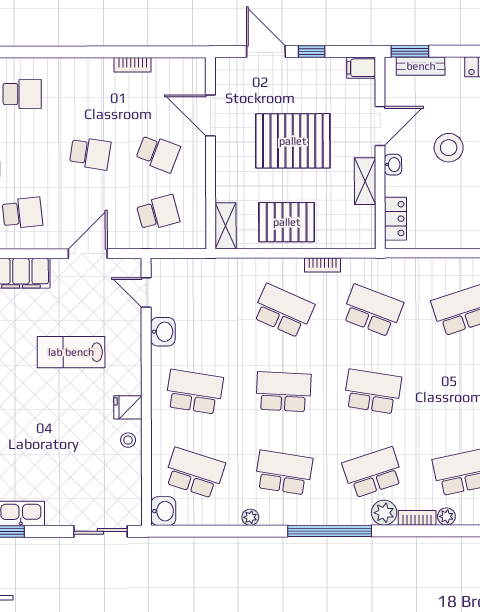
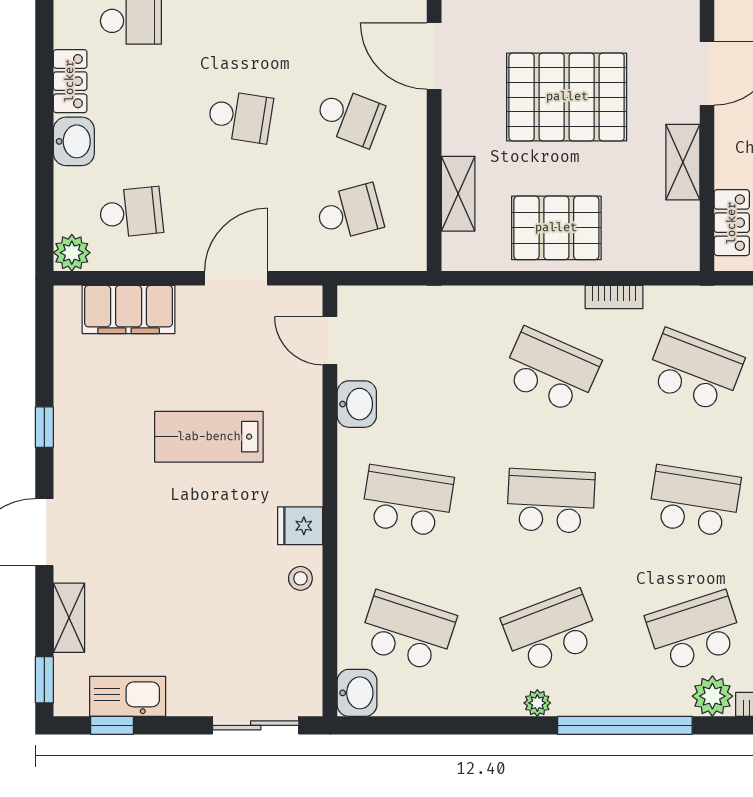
washbasin: (393, 165) -> (728, 135), removed
shelving: (226, 226) -> (458, 194), moved
school desk: (284, 473) -> (551, 631), turned -30
plant: (250, 517) -> (537, 703), moved

